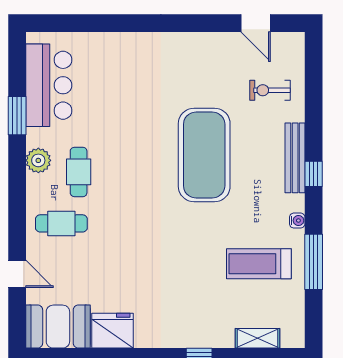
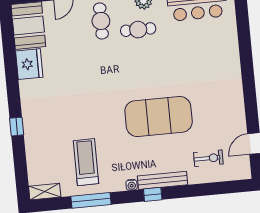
exercise bike: (270, 90) -> (208, 158), turned 90
water cooler: (297, 221) -> (132, 185), moved
shelving: (257, 338) -> (45, 192), moved, turned 90

